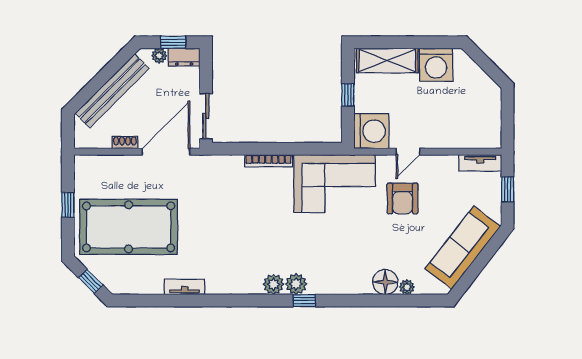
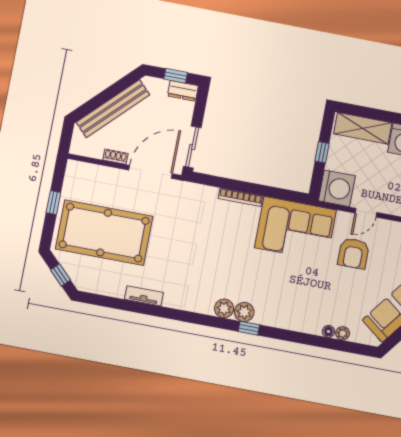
plant: (159, 56) -> (161, 85), removed
floor lamp: (385, 282) -> (328, 331), width x0.53, depth x0.53

